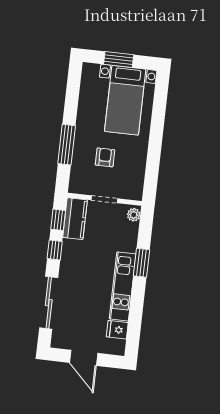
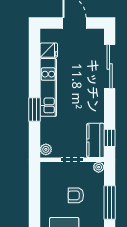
armchair: (105, 157) -> (76, 195), turned 90
plant: (75, 187) -> (99, 167), added
window: (55, 250) -> (110, 112), removed

